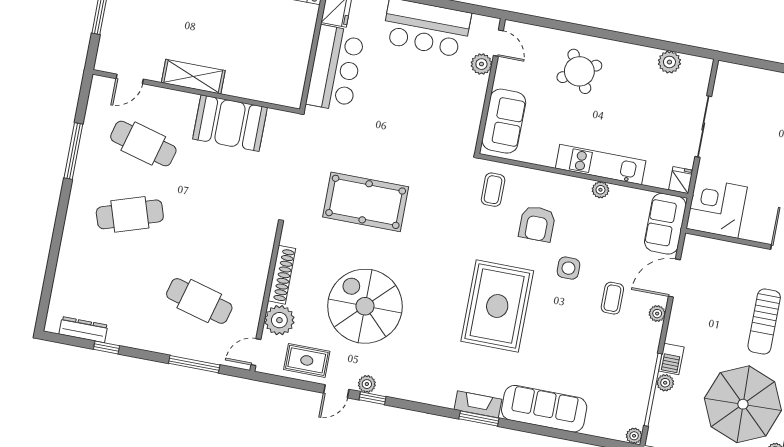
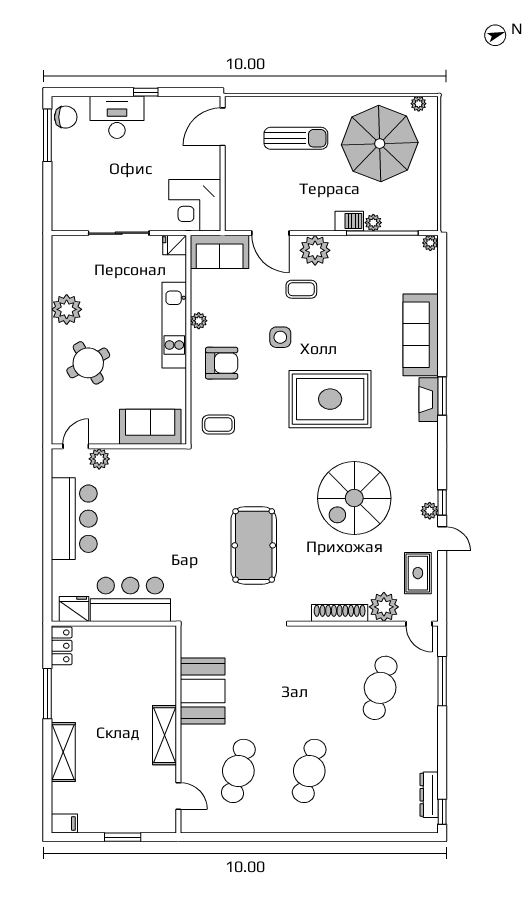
plant: (669, 62) -> (67, 309), moved, width x1.36, depth x1.36
window: (73, 151) -> (258, 837), removed
cafe table: (130, 214) -> (309, 771), turned 33
armchair: (537, 224) -> (222, 363), moved
spiral stairs: (365, 306) -> (354, 498), moved
plant: (657, 314) -> (315, 250), width x1.87, depth x1.87
window: (107, 347) -> (442, 812), moved

